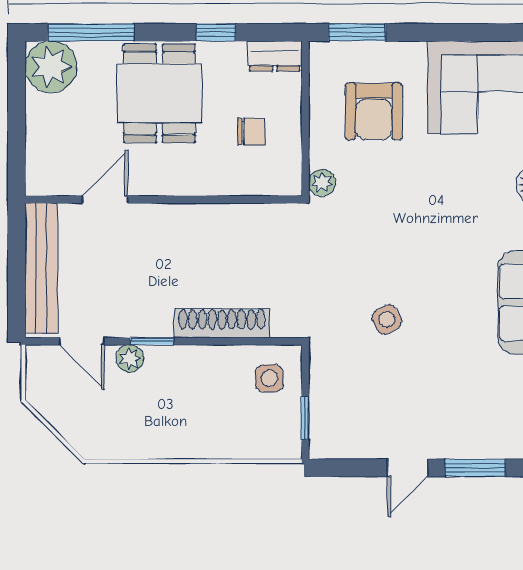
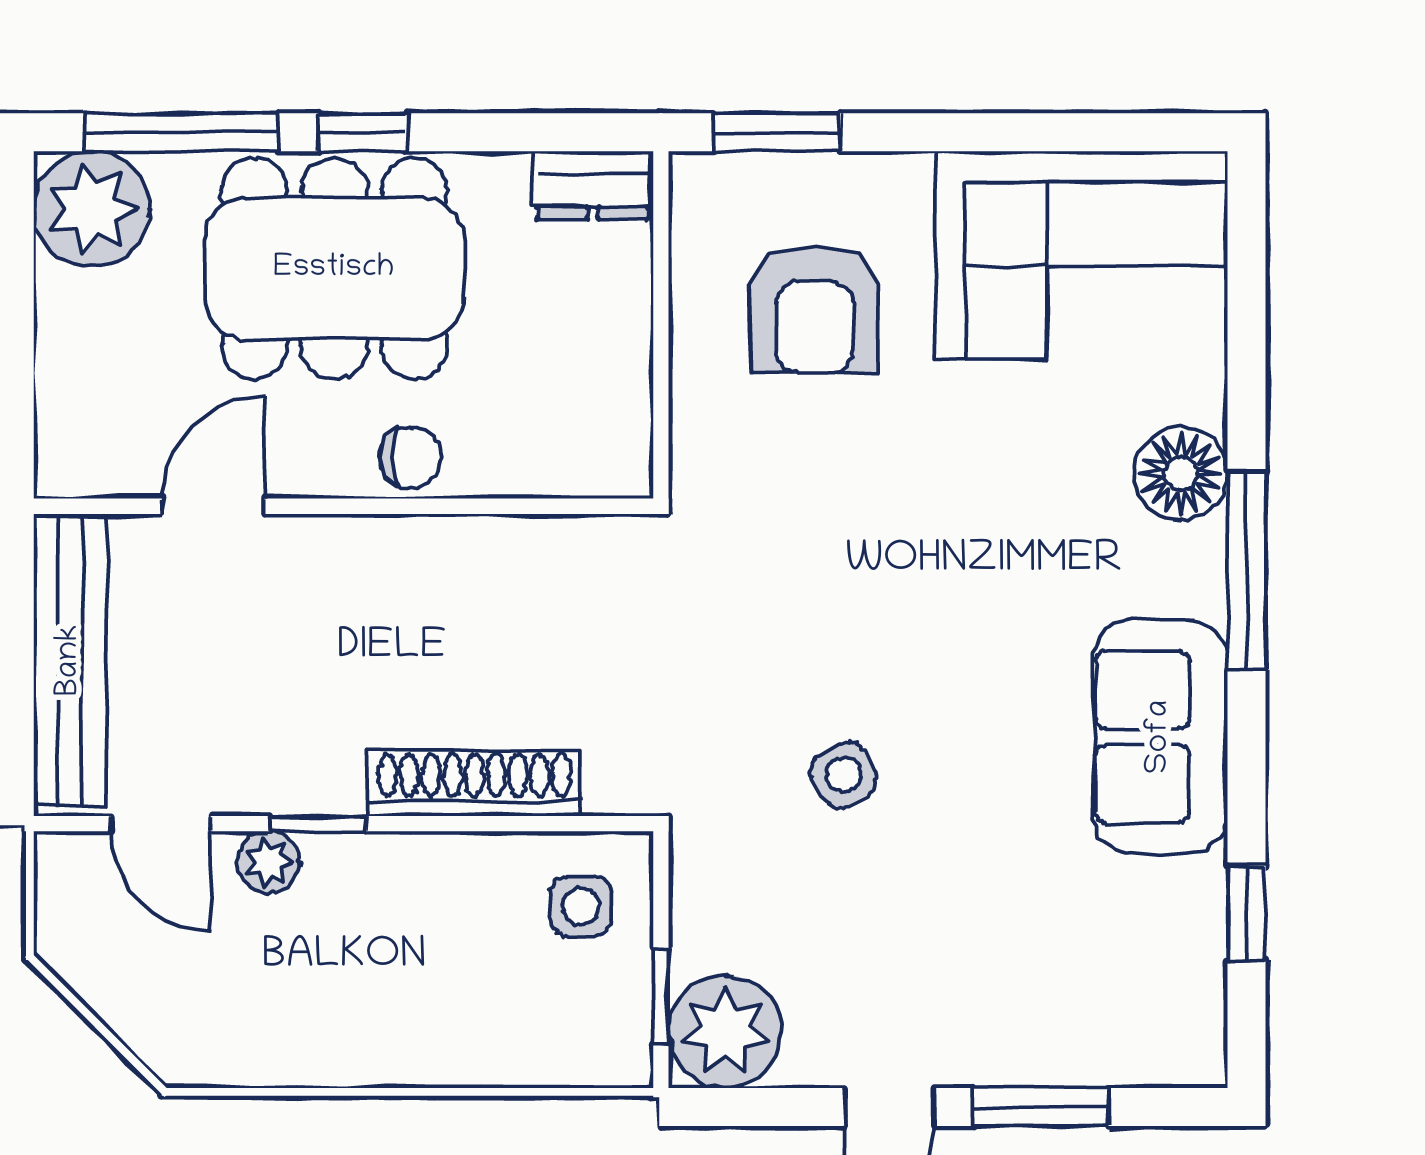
window: (216, 32) -> (363, 132), moved
dining table: (159, 93) -> (334, 269), width x1.38
chair: (251, 132) -> (411, 457), moved
plant: (322, 183) -> (725, 1032), moved, width x1.88, depth x1.88

